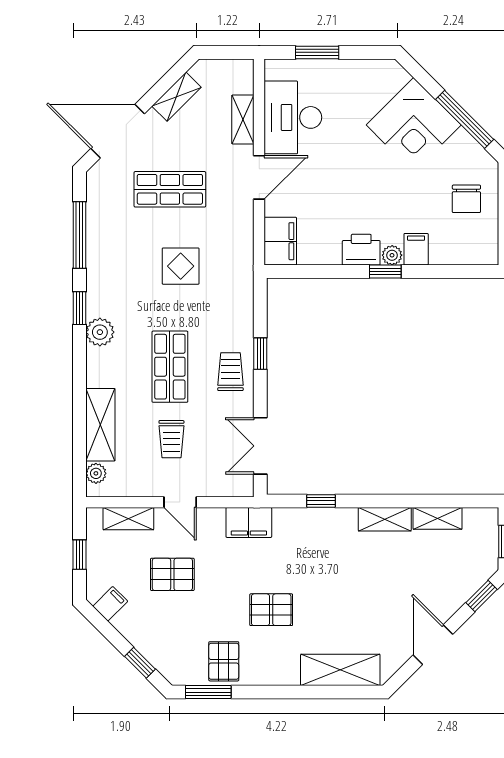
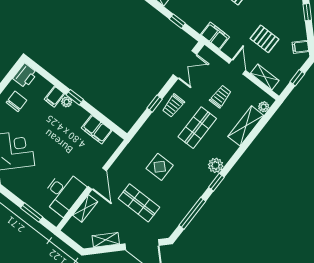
door: (259, 177) -> (97, 179), swing flipped
filing cabinet: (280, 241) -> (97, 129), moved, turned -90
printer: (361, 250) -> (25, 76), moved, turned -90

